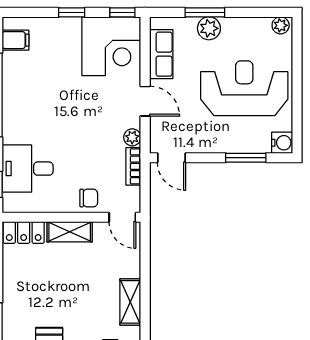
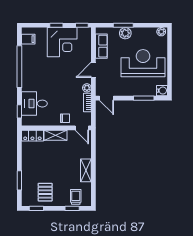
corner desk: (111, 46) -> (62, 42), moved
door: (145, 101) -> (93, 70), swing flipped

